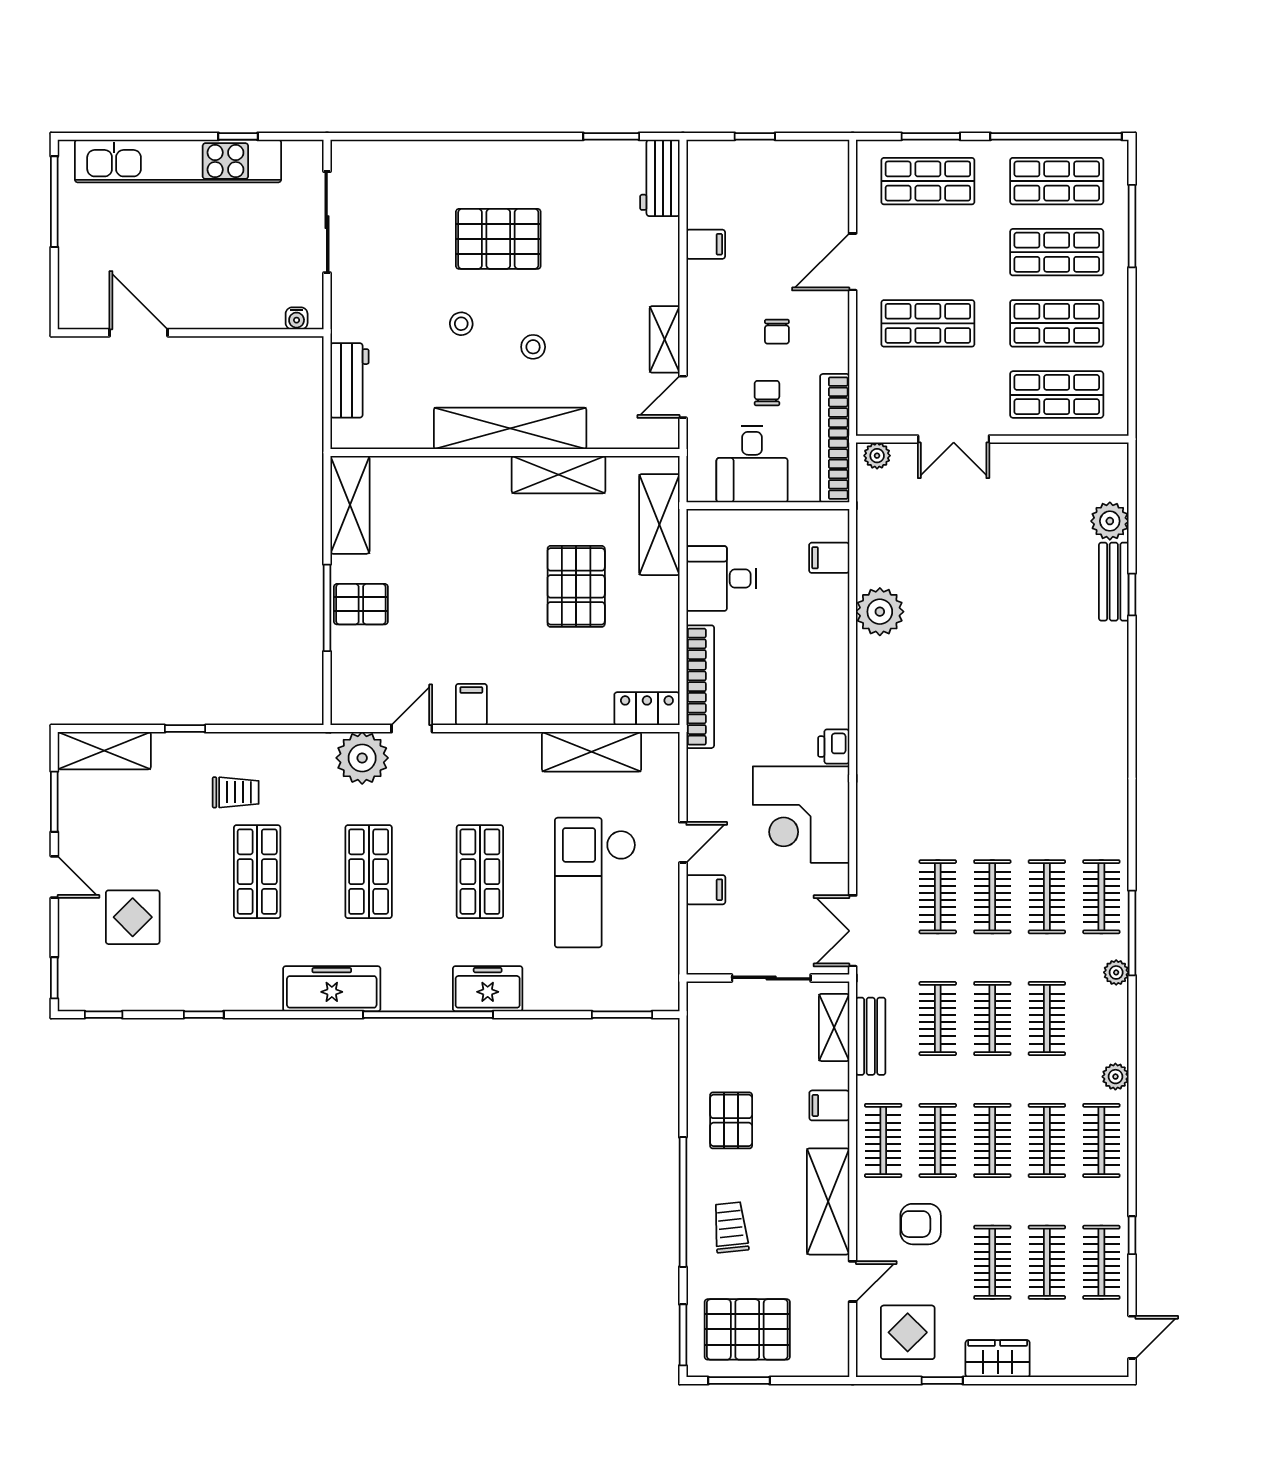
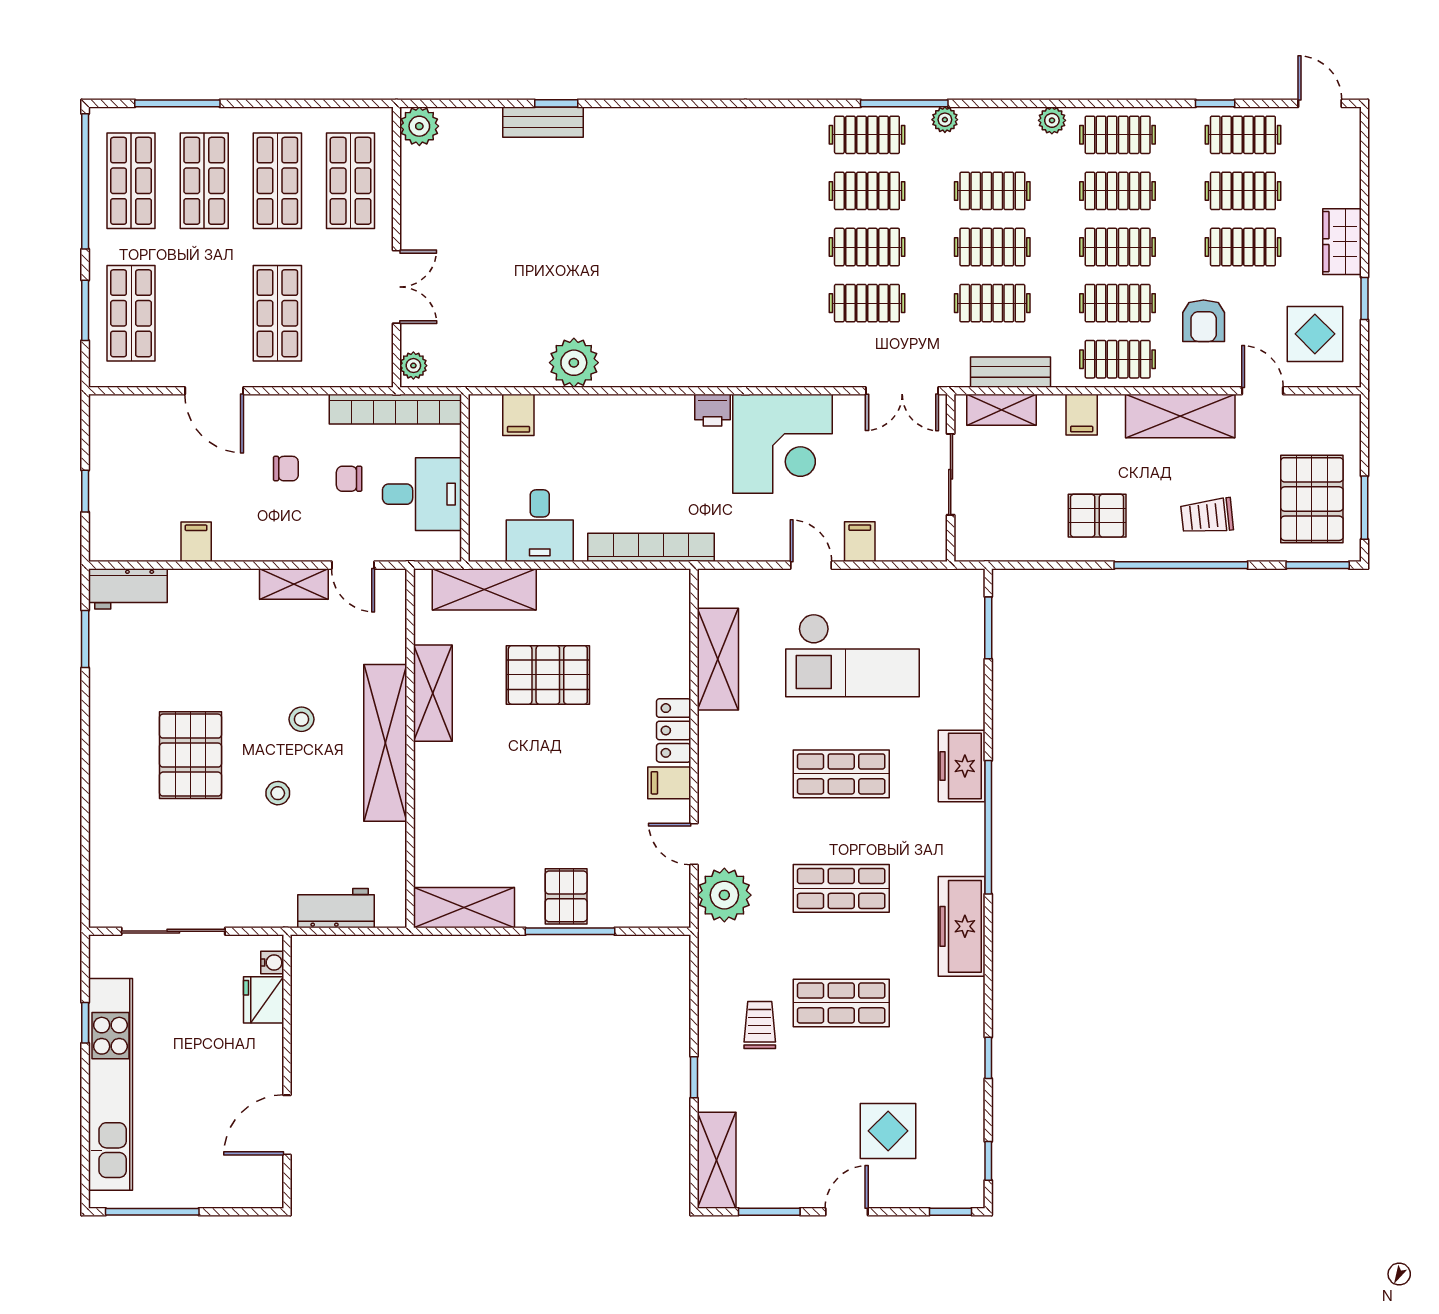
fridge: (260, 310) -> (264, 1000), added
plant: (1110, 521) -> (419, 126), moved
locker: (647, 709) -> (674, 730), moved

